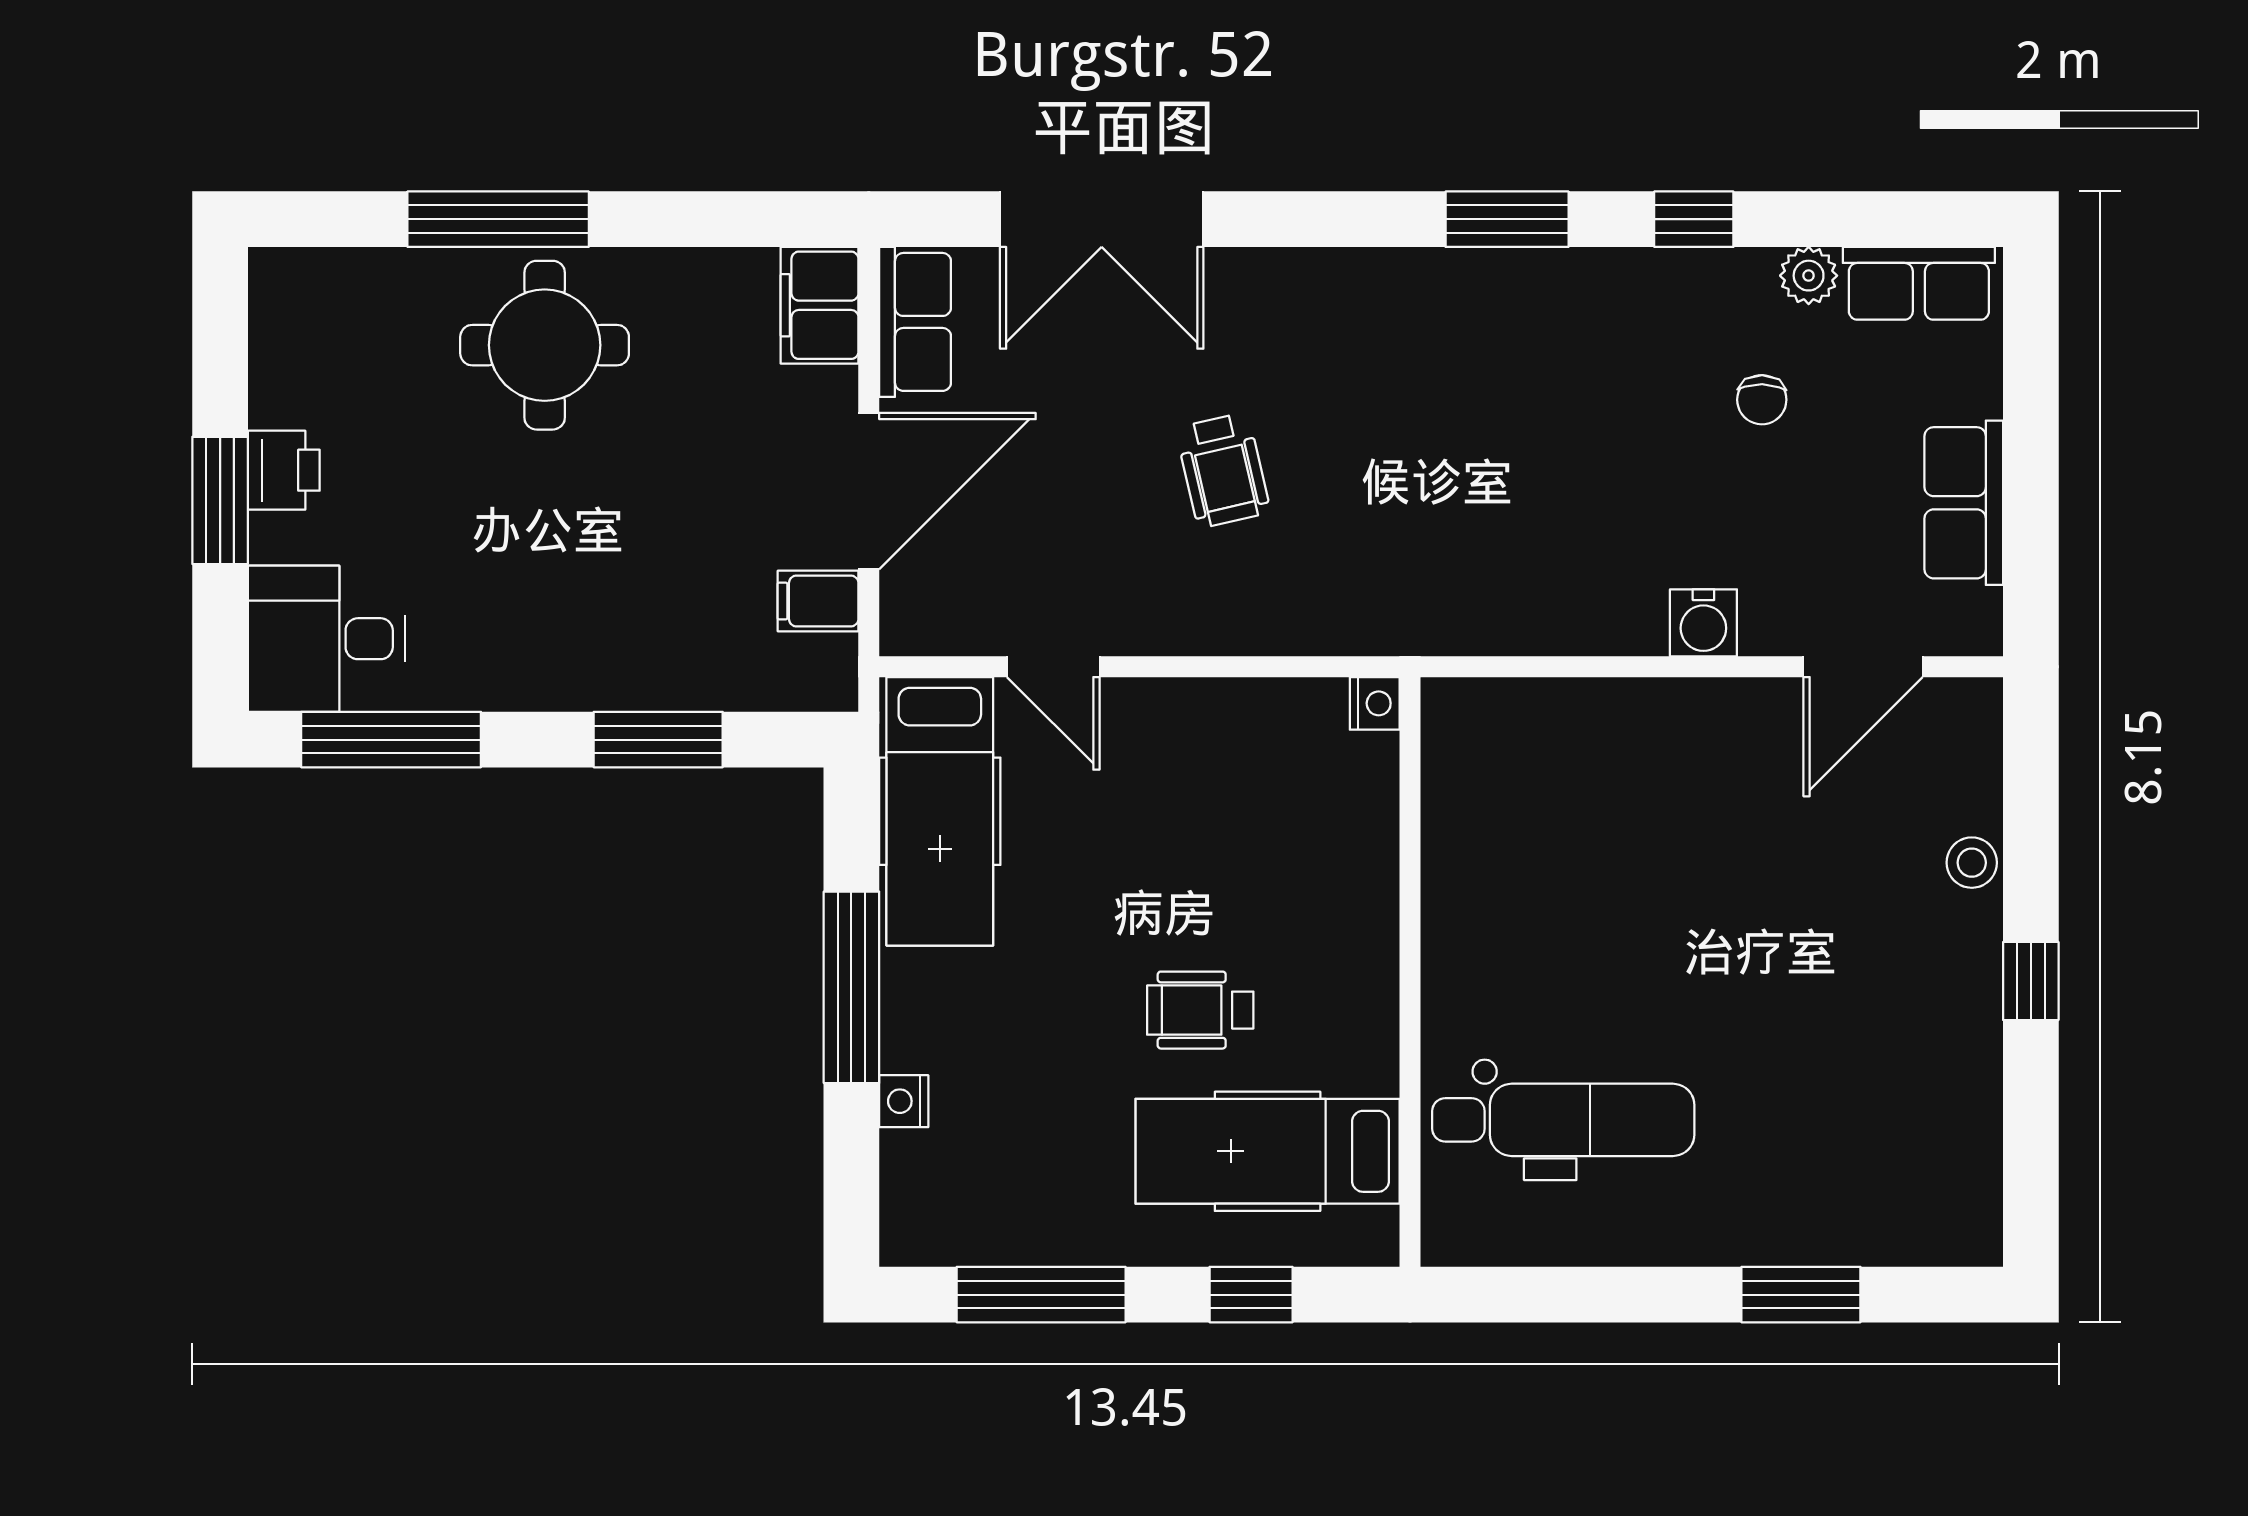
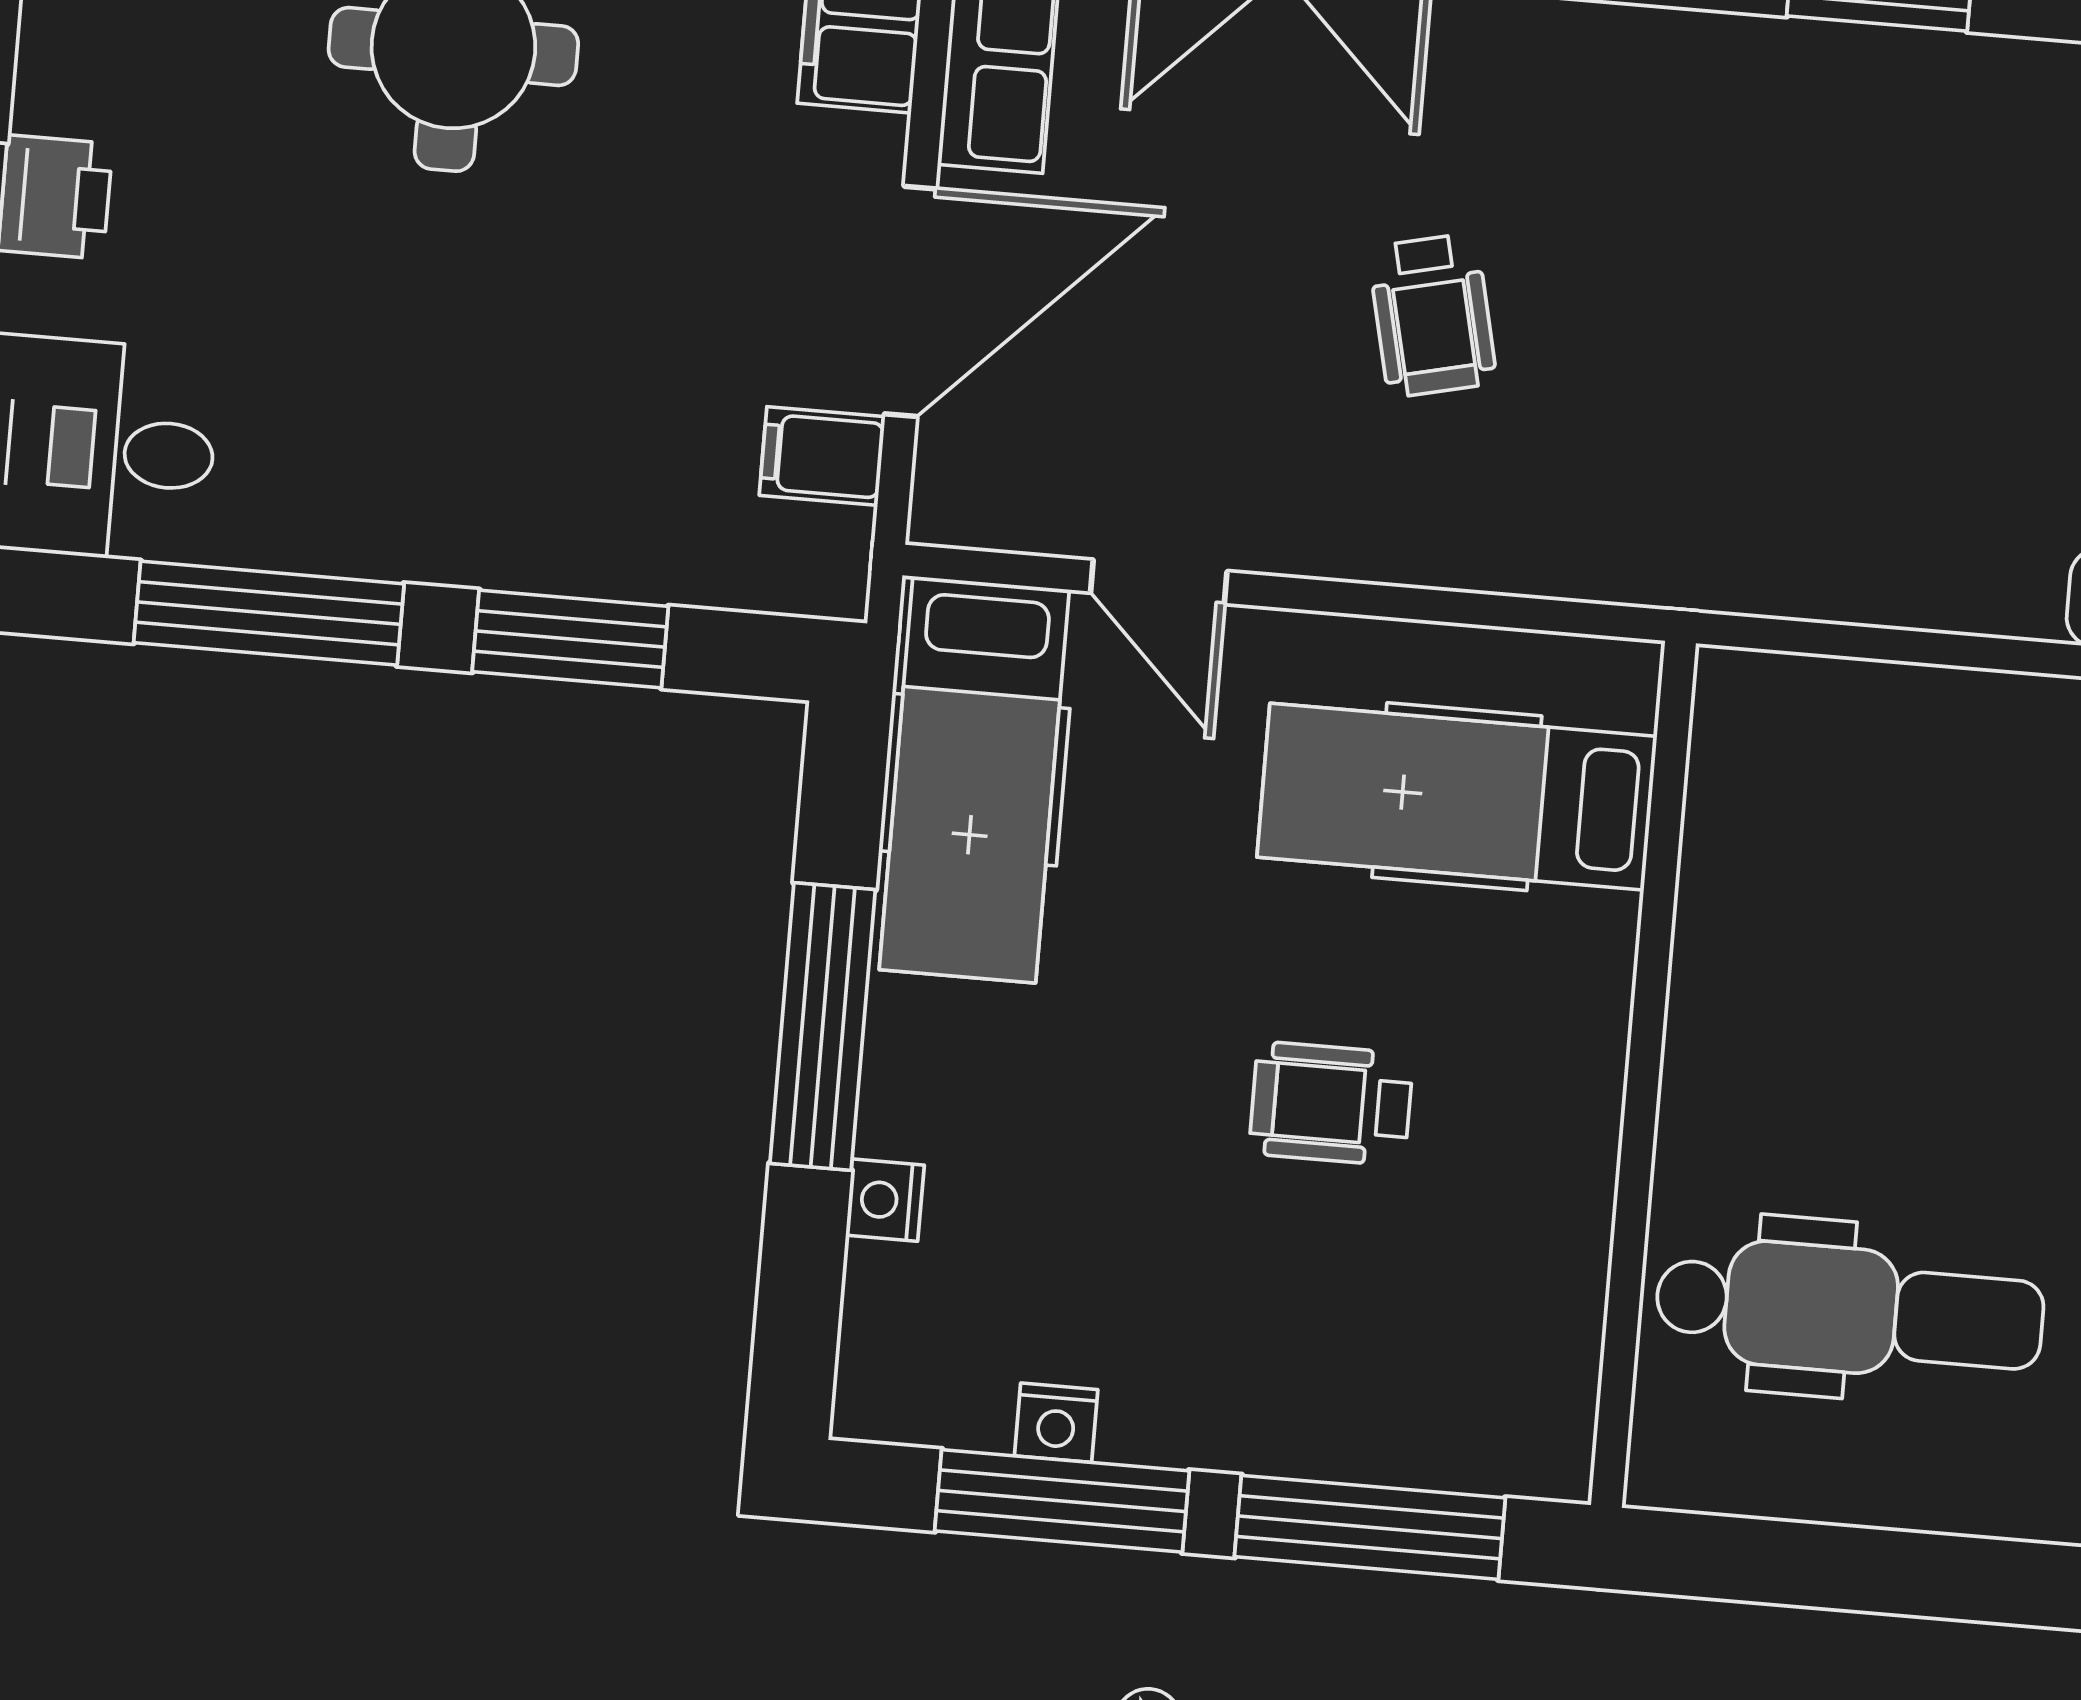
nightstand: (1375, 703) -> (1056, 1423), moved, turned 90
window: (391, 740) -> (269, 613), moved
hospital bed: (1268, 1151) -> (1457, 797), moved
window: (1251, 1295) -> (1370, 1527), width x2.17

